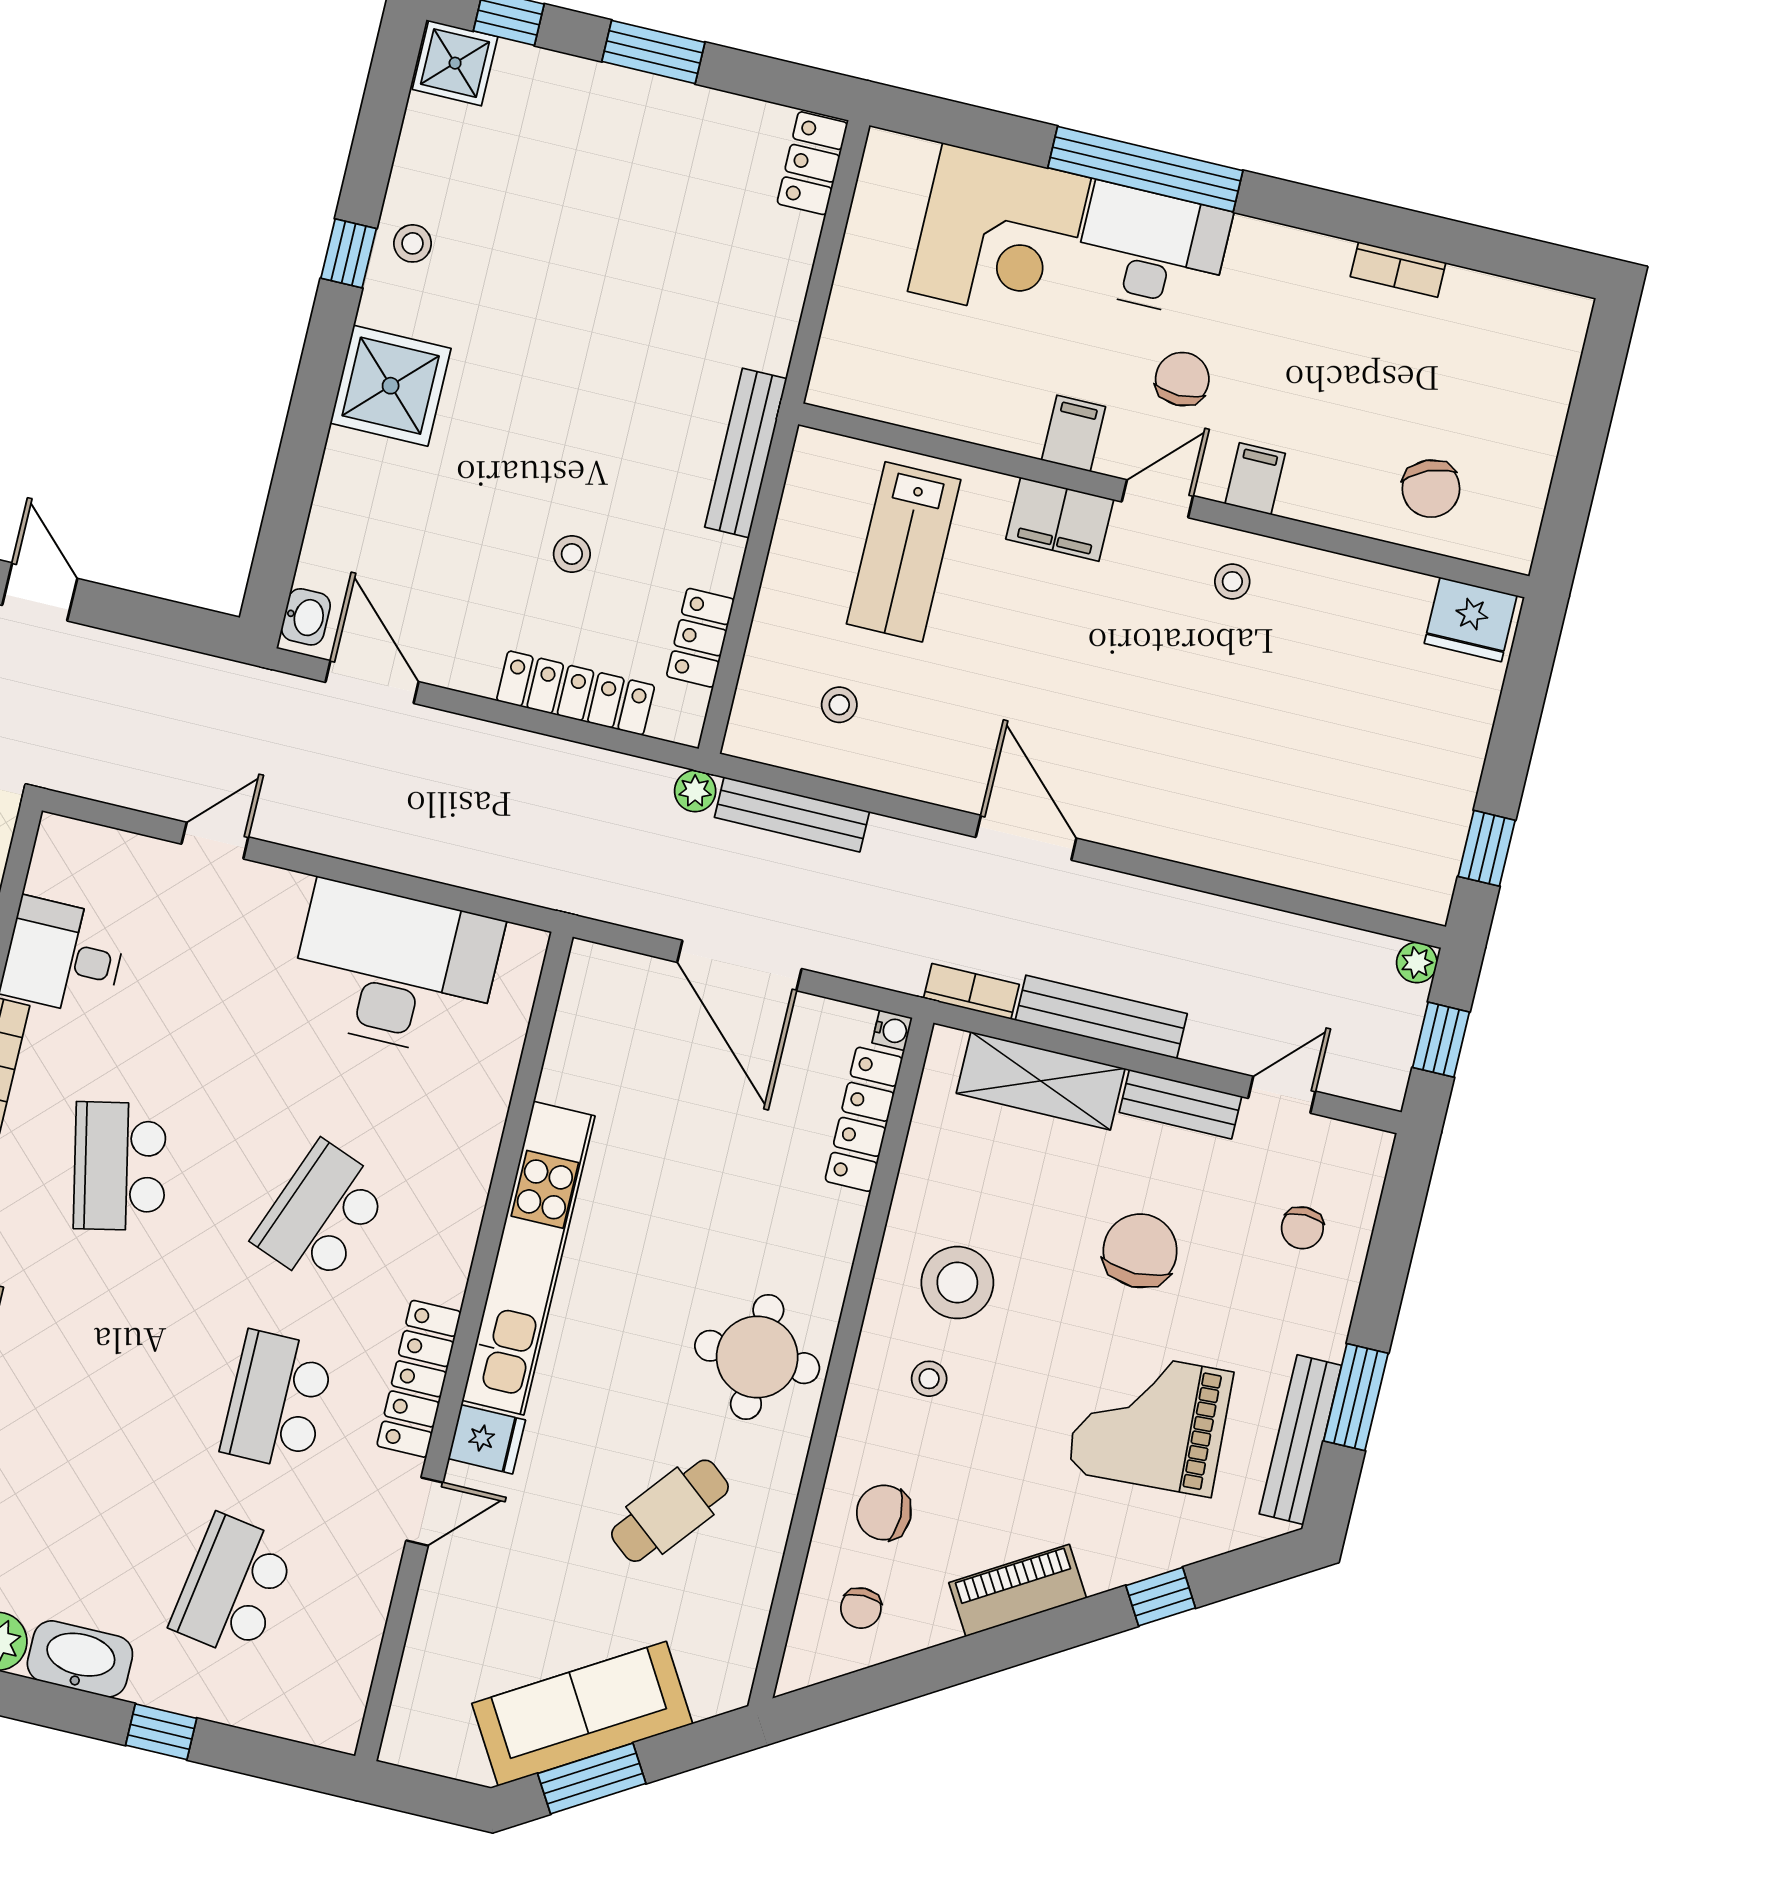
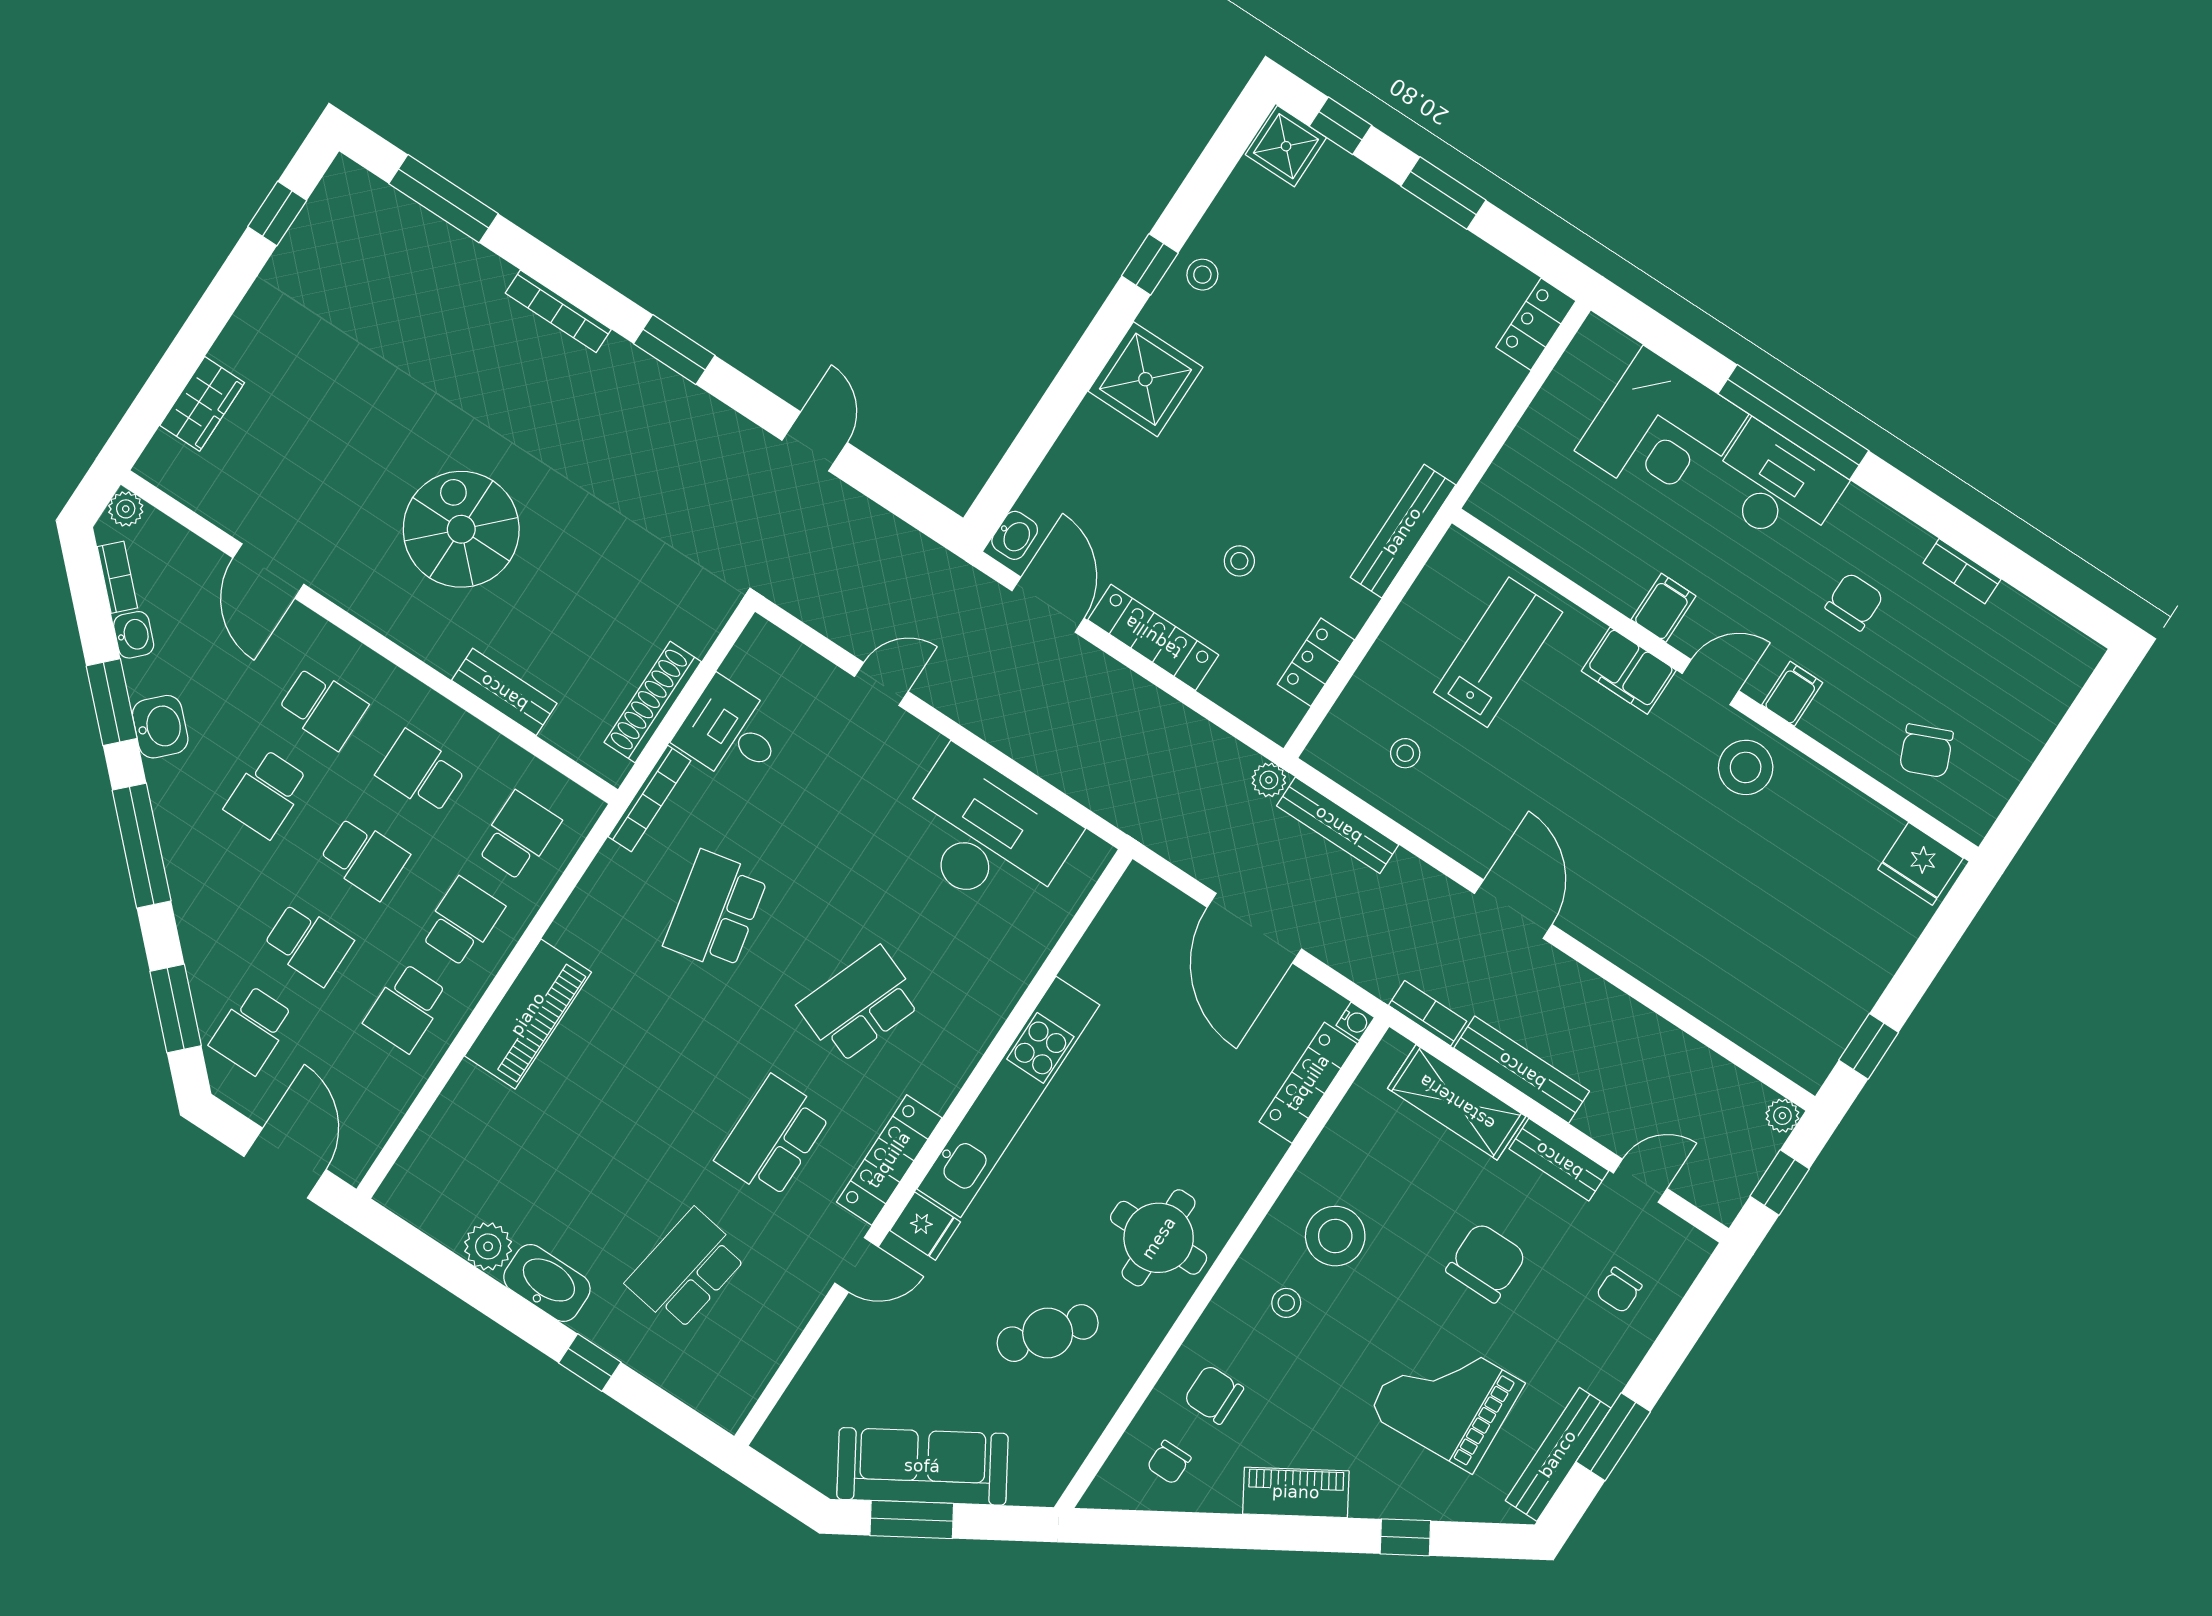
chair: (1182, 379) -> (1854, 602), moved
lab bench: (904, 552) -> (1498, 652), turned 180
stool: (1232, 582) -> (1746, 767), width x1.89, depth x1.89
locker: (576, 693) -> (1153, 637), moved

